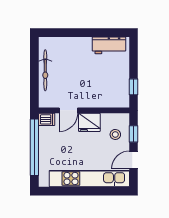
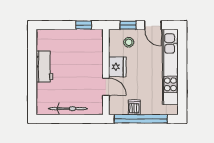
workbench: (109, 45) -> (44, 66), moved
dishwasher: (47, 119) -> (134, 107), moved

